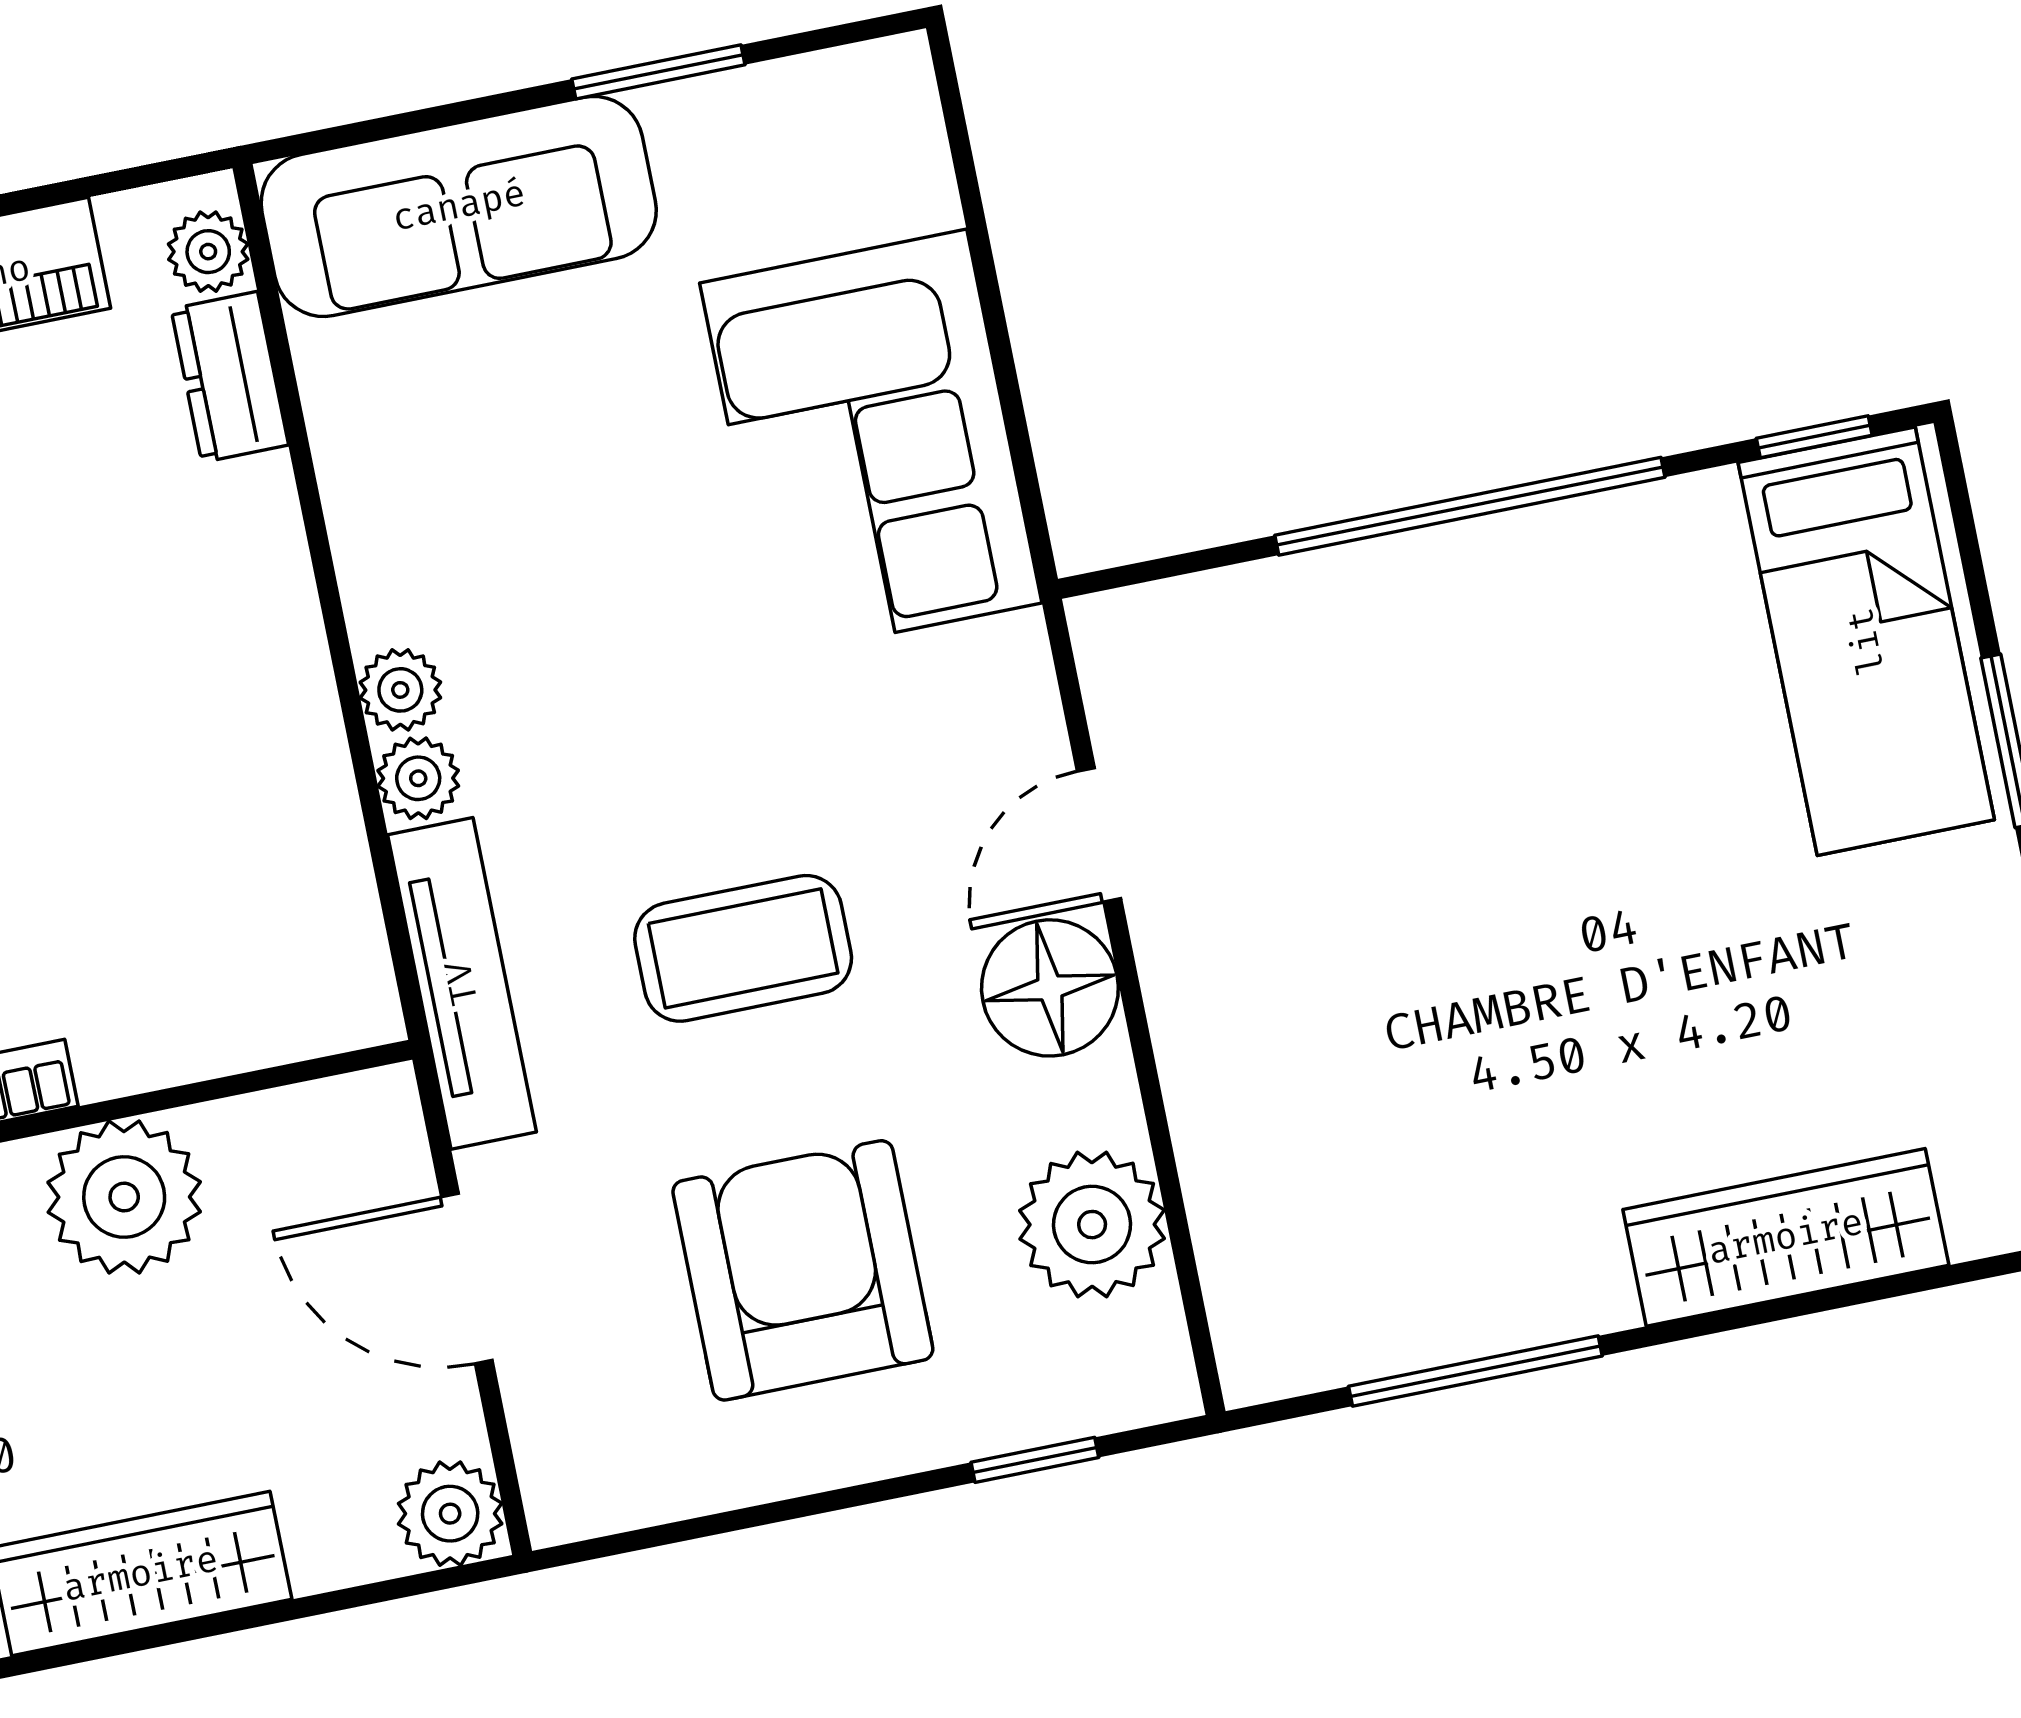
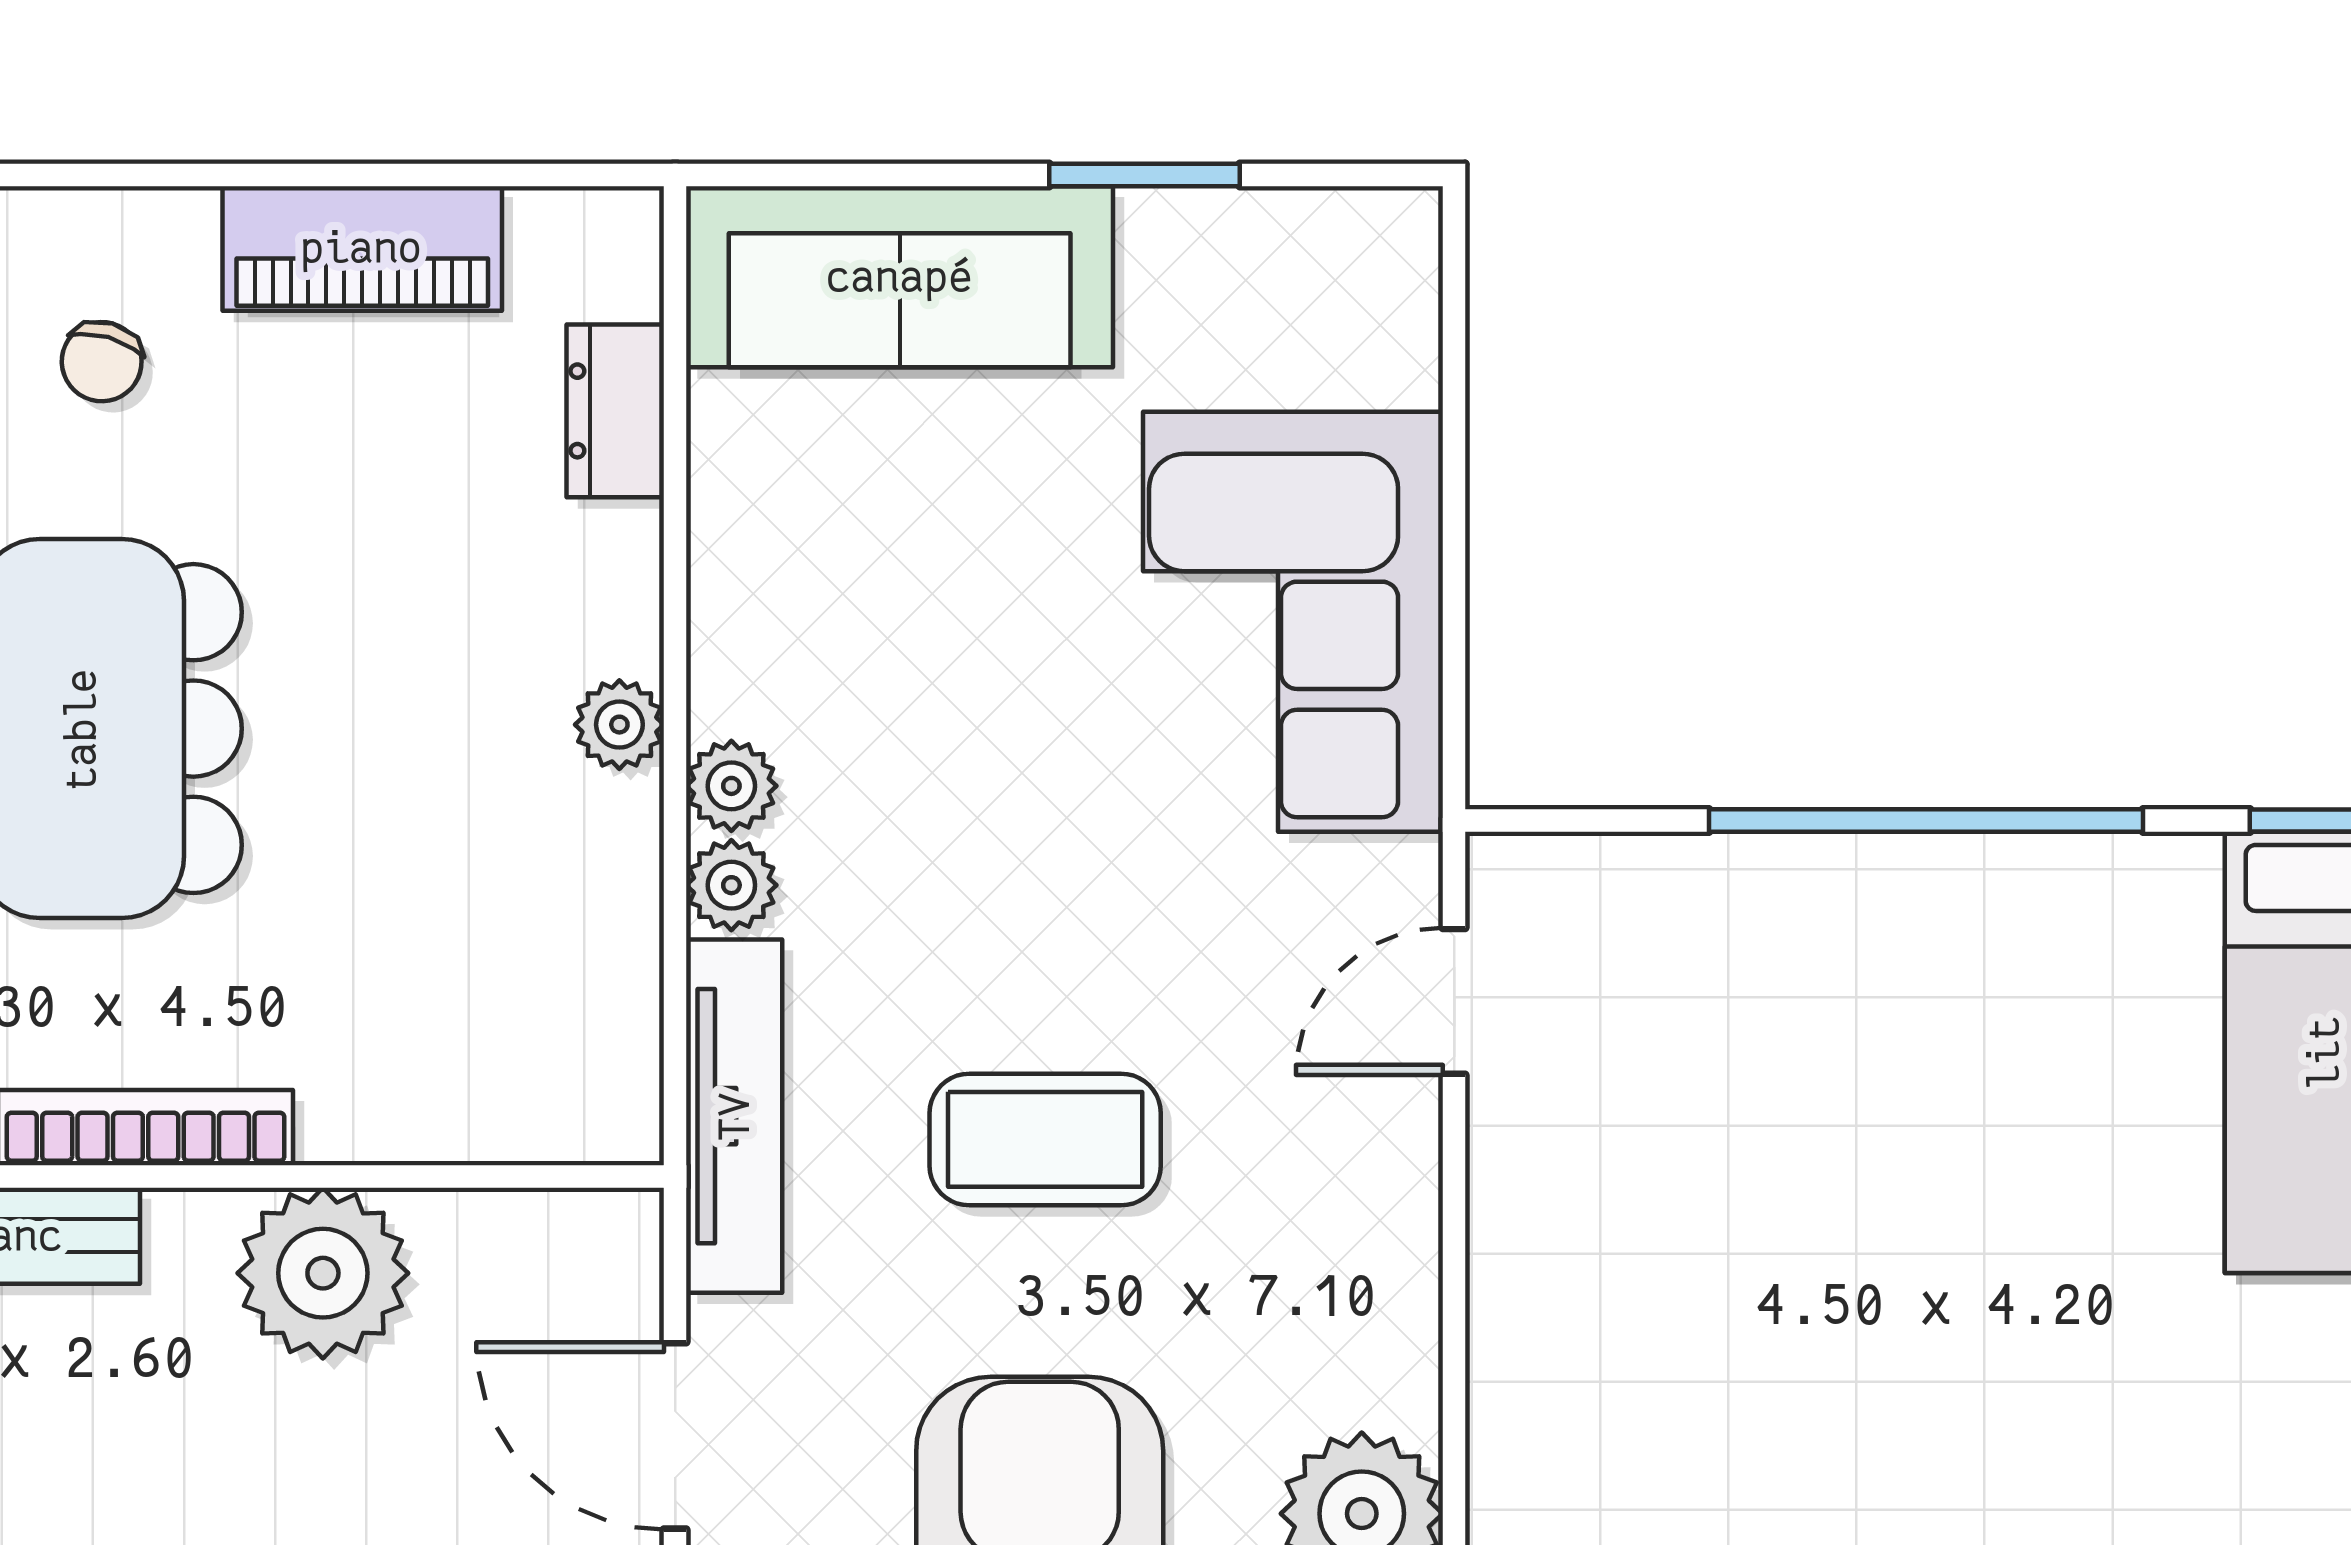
plant: (208, 252) -> (619, 725), moved
door: (1099, 835) -> (1454, 1001), moved
floor lamp: (1050, 988) -> (1368, 1249), removed

